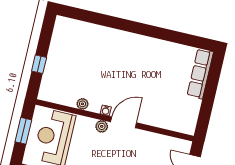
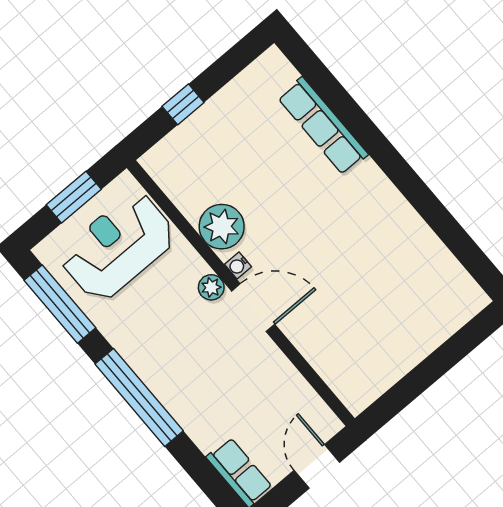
row of seats: (200, 74) -> (323, 126), moved, turned -90
plant: (82, 104) -> (222, 227), width x1.88, depth x1.88

